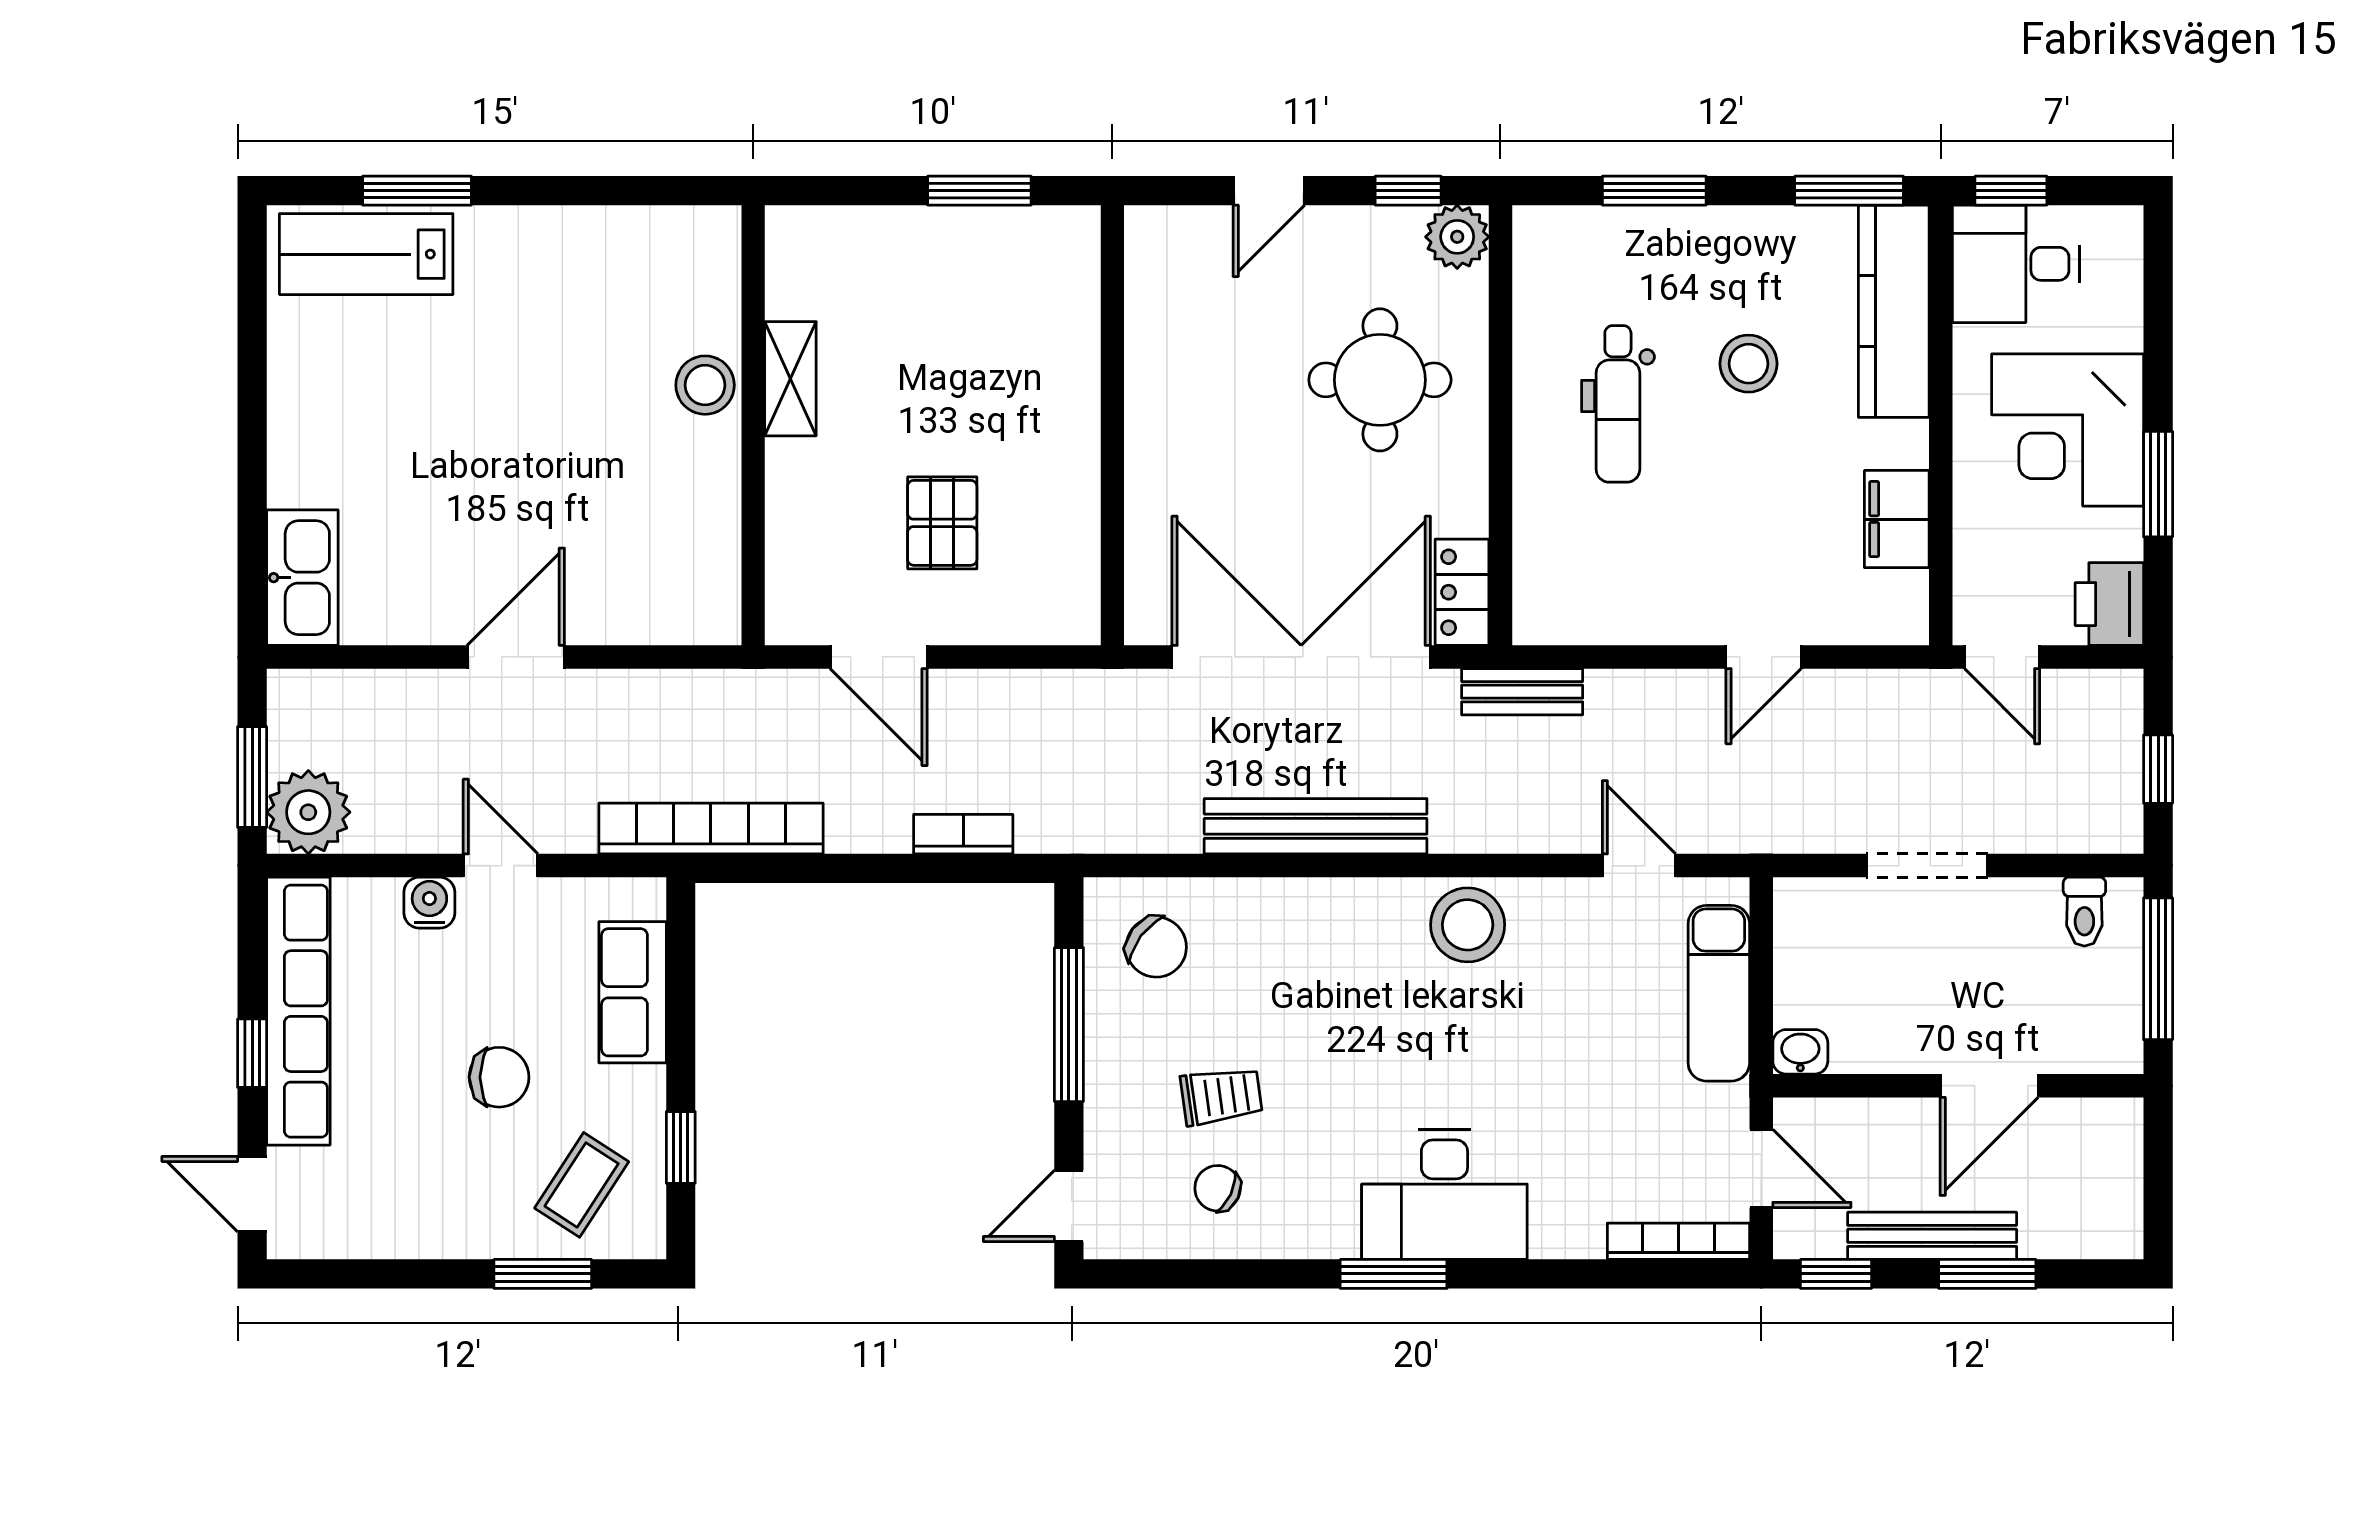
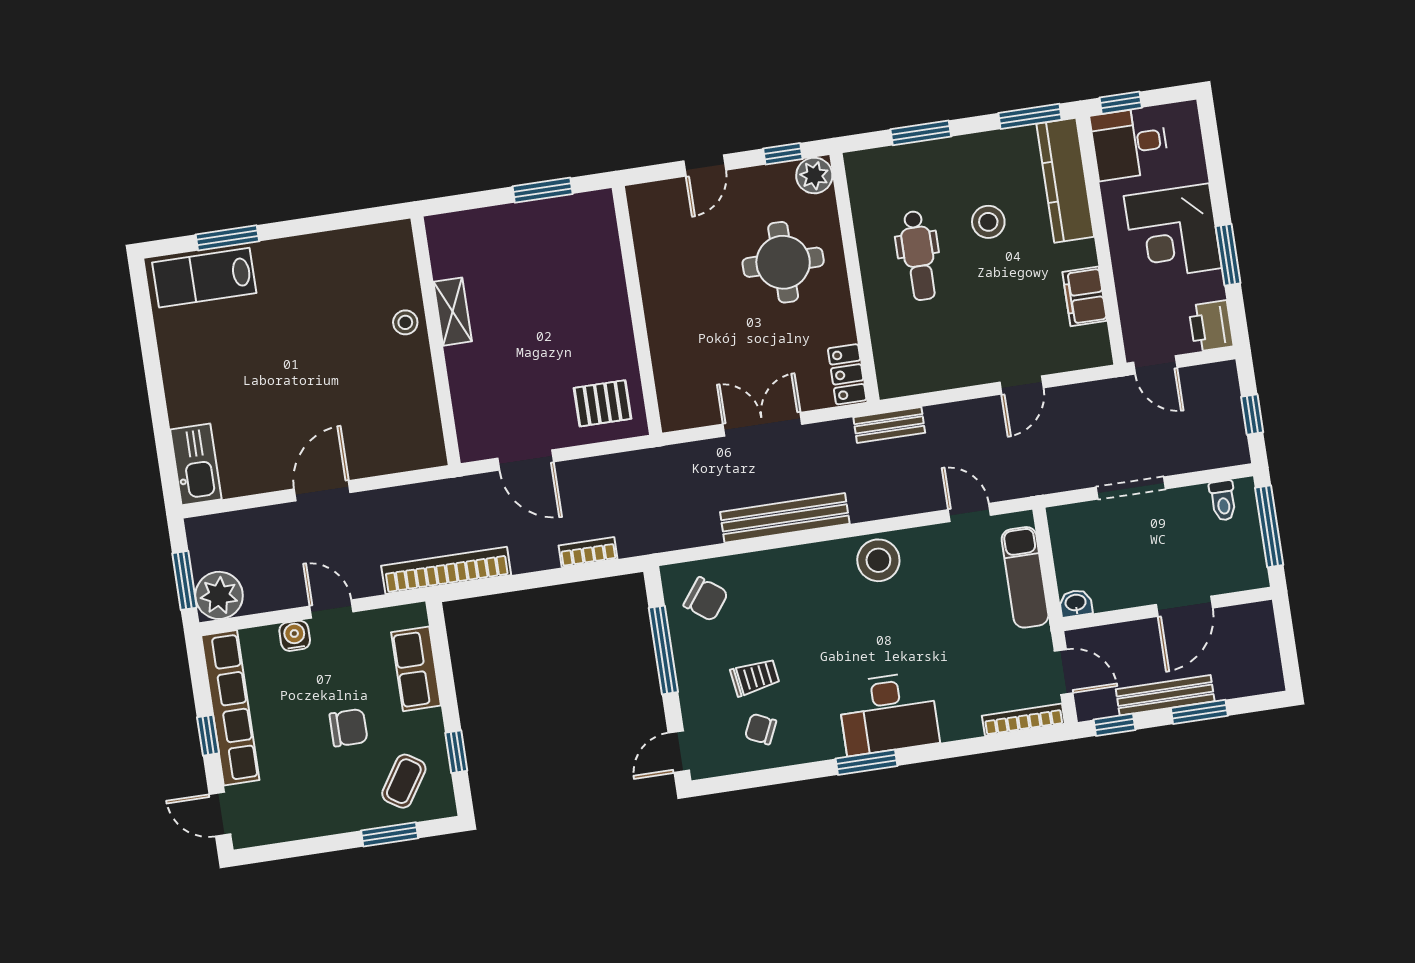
stool: (705, 385) -> (405, 322), width x0.73, depth x0.73
pallet: (942, 523) -> (603, 403), moved, turned 90
double door: (1301, 657) -> (762, 424), width x0.54

